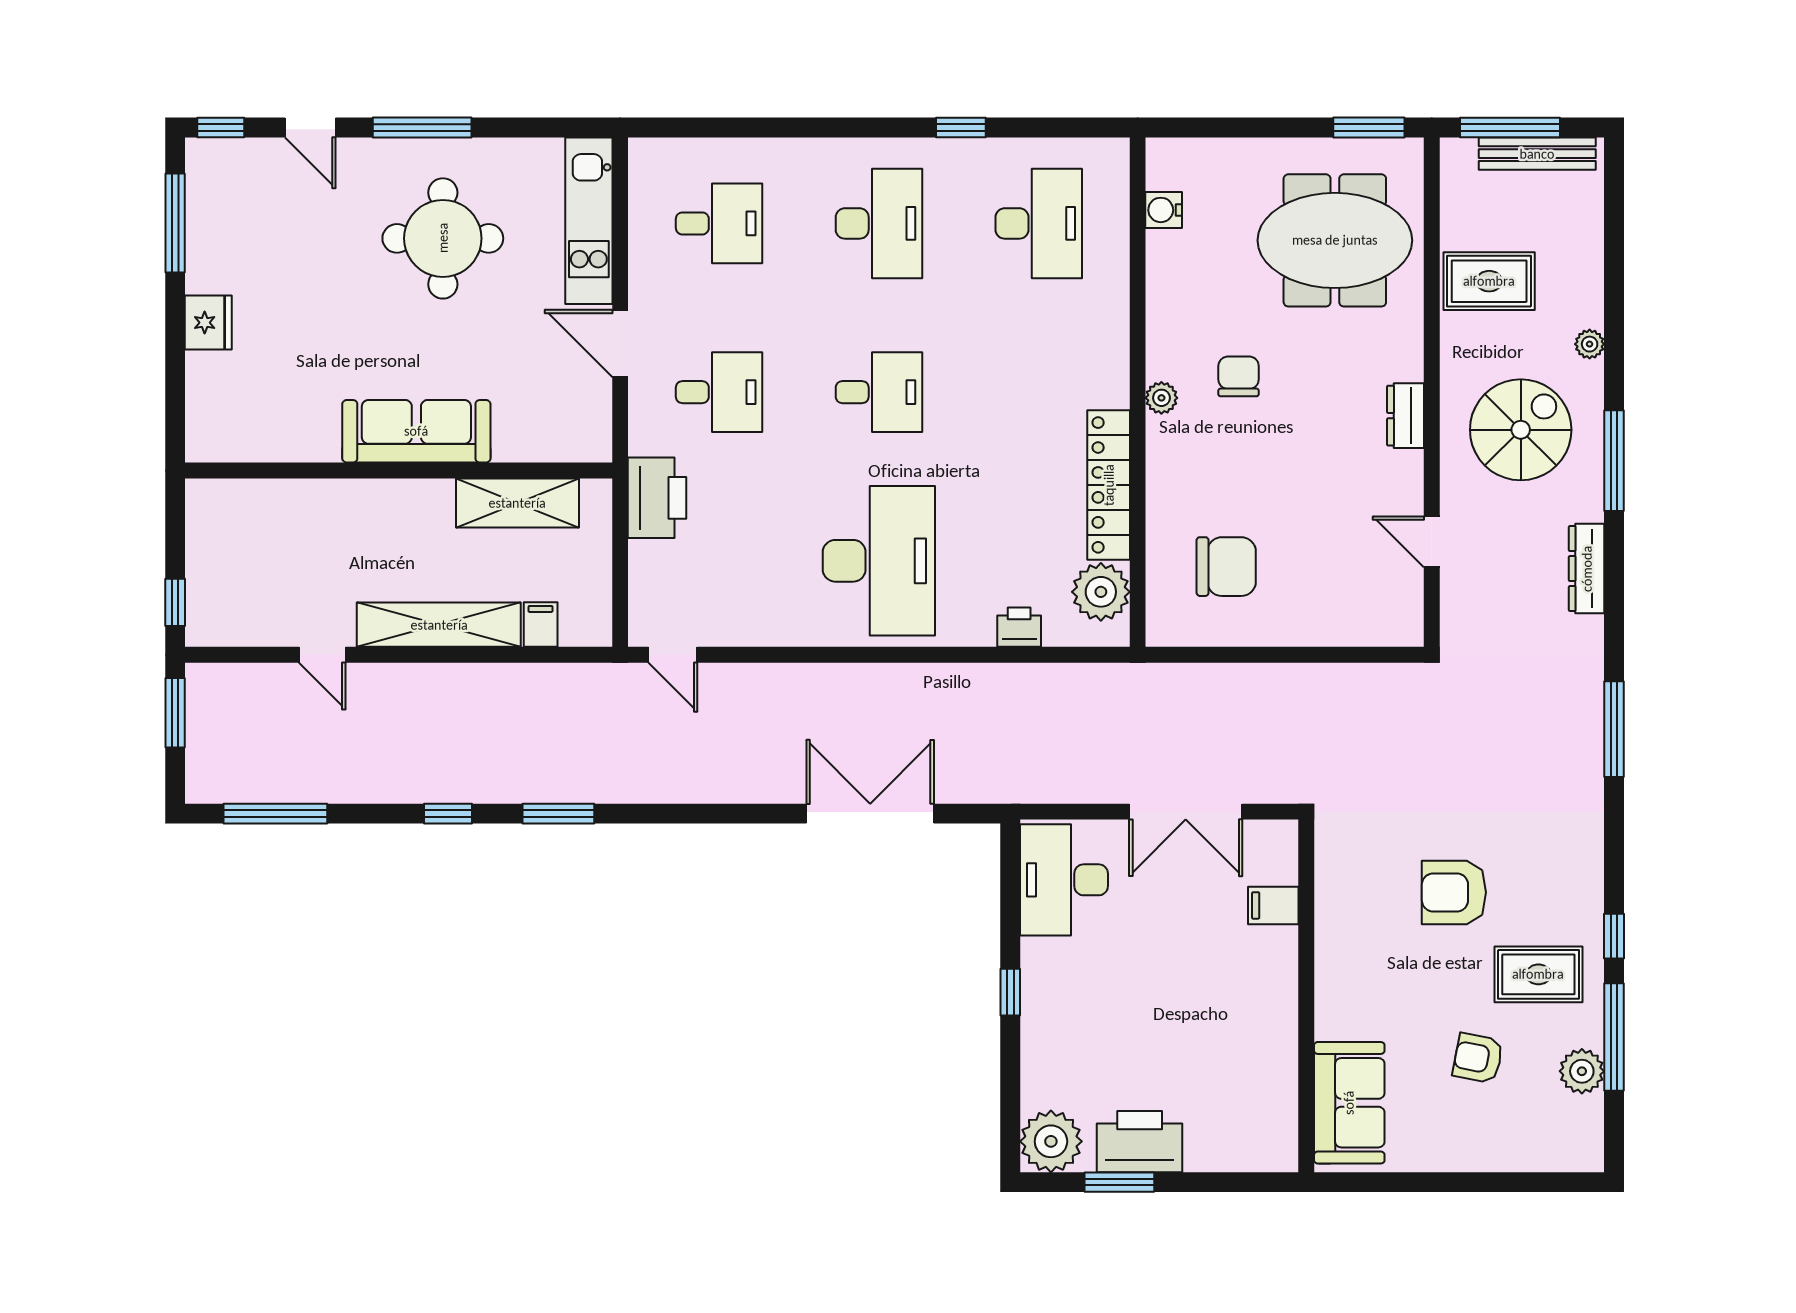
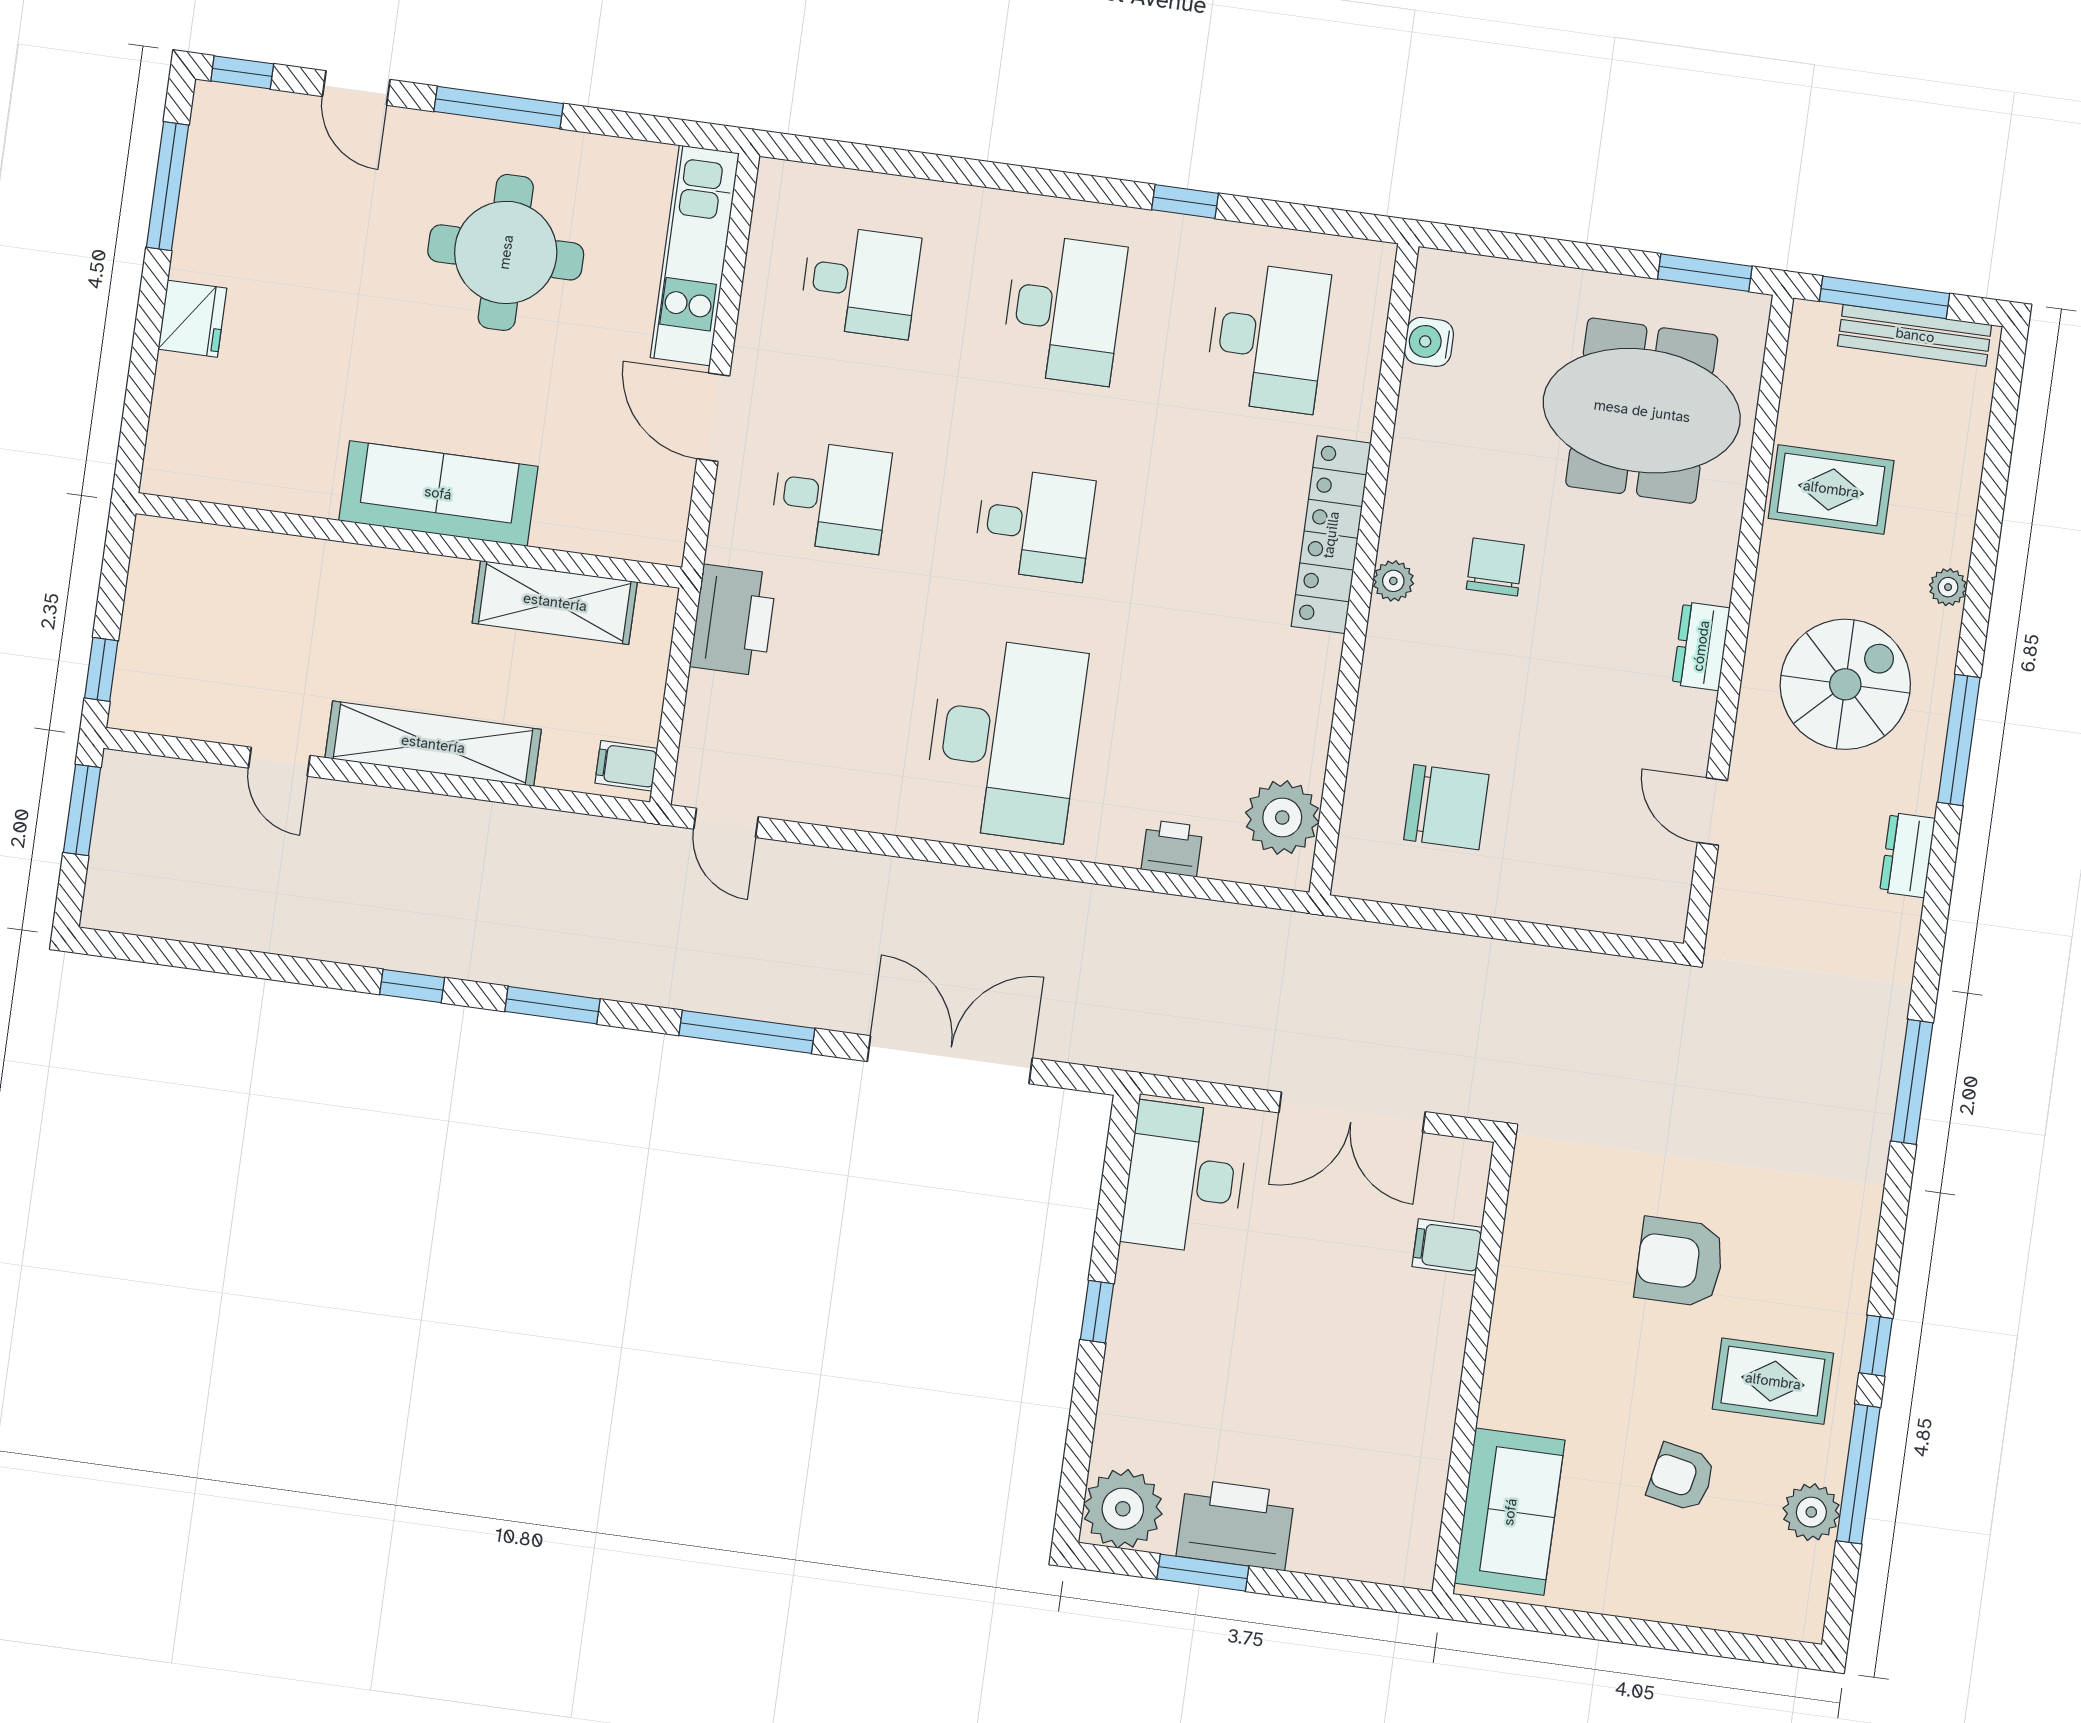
locker: (1109, 485) -> (1331, 535), moved
dresser: (1587, 569) -> (1907, 855), width x0.70
filing cabinet: (541, 625) -> (626, 766), moved, turned -90
window: (275, 814) -> (747, 1032), moved

